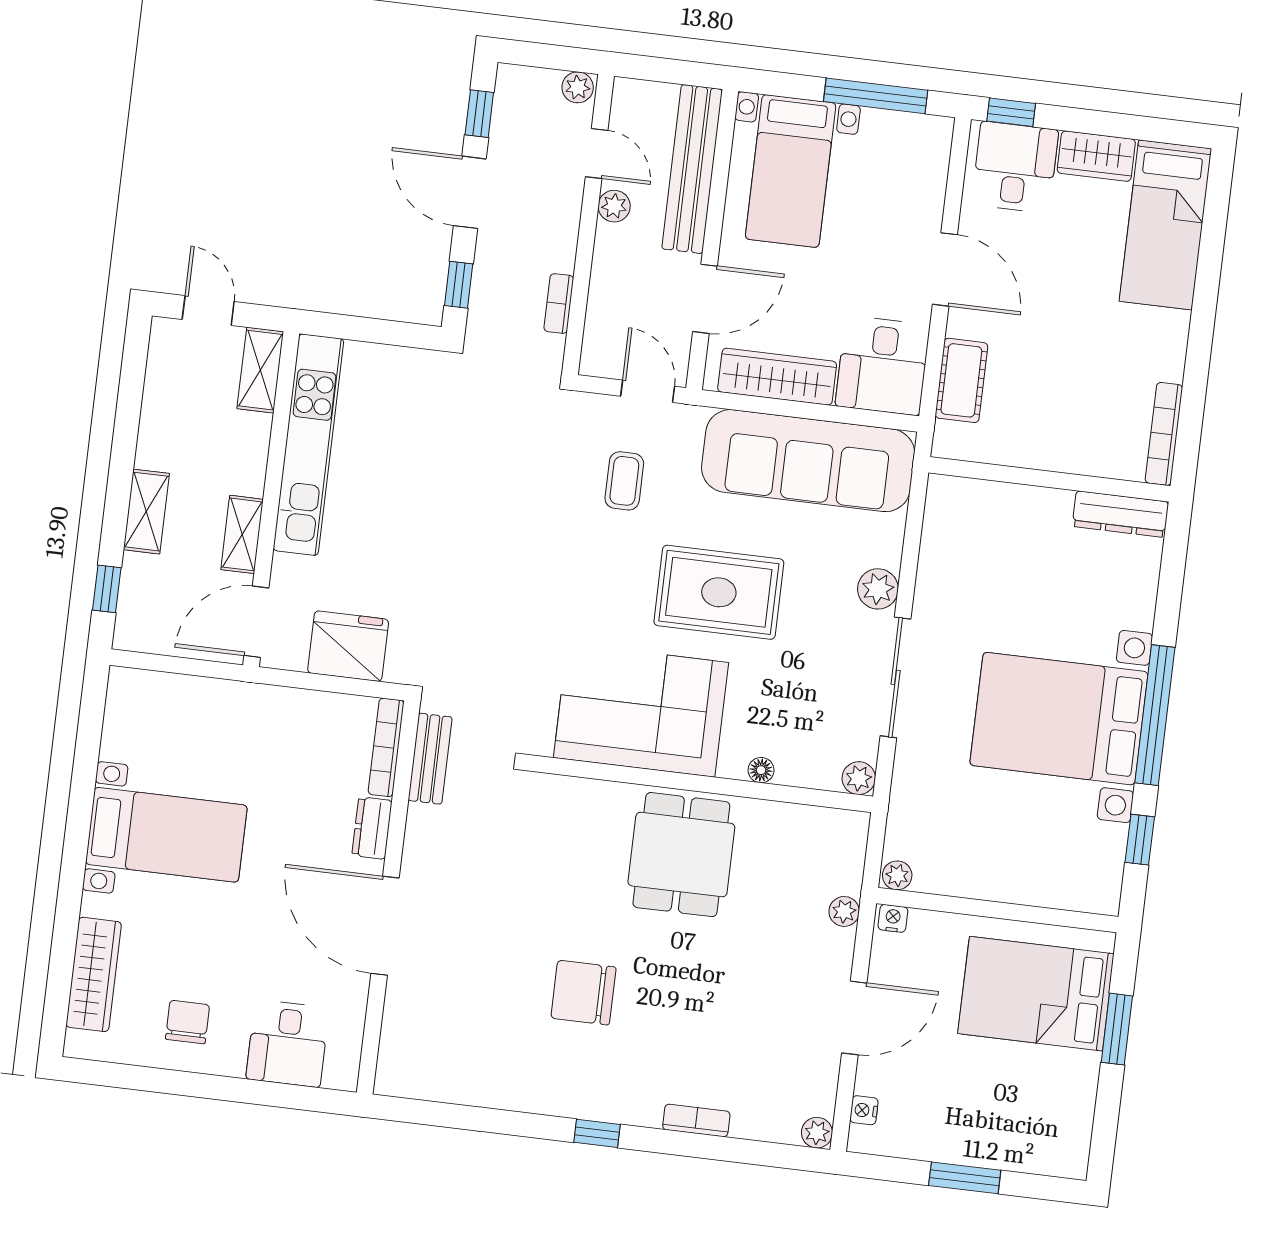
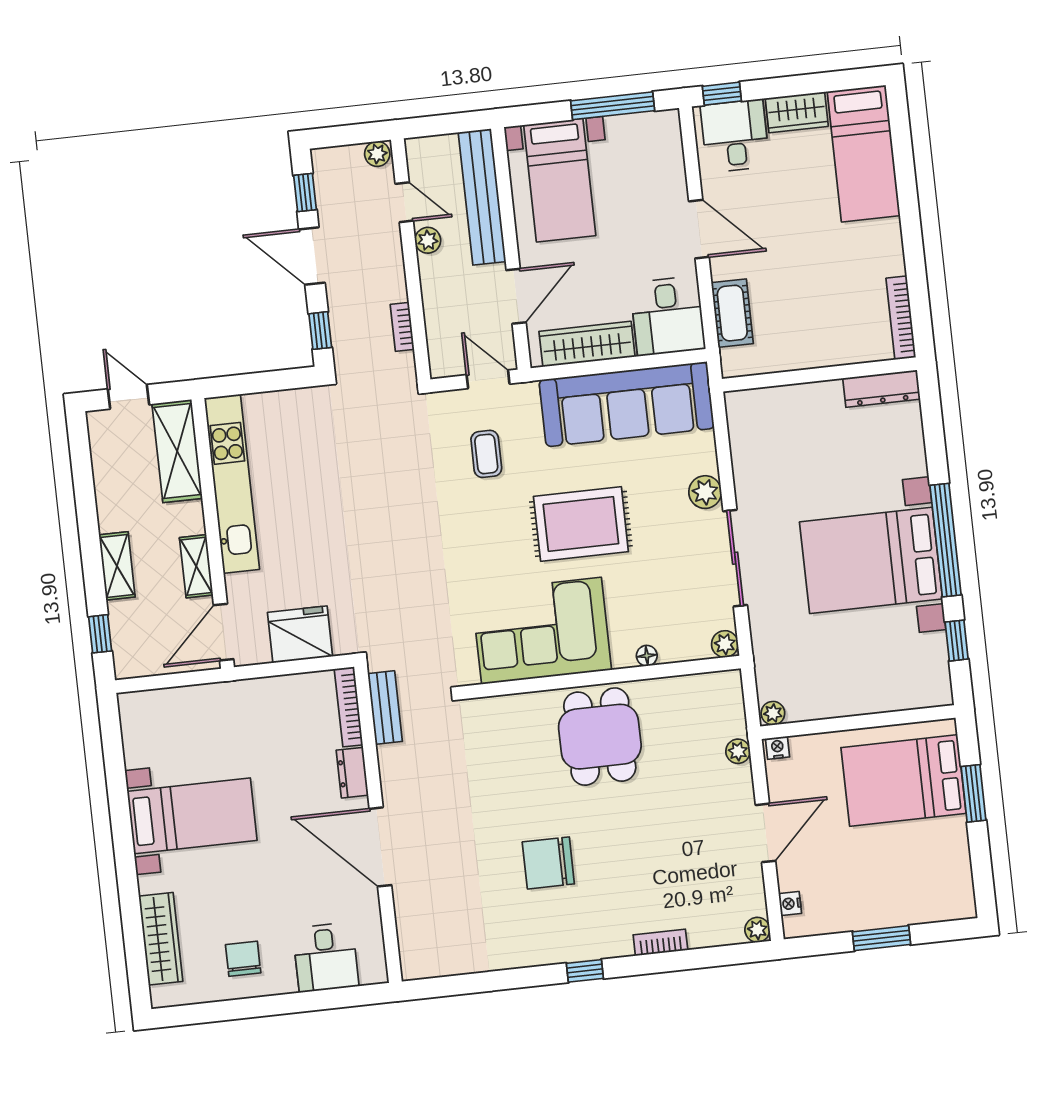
shelving: (260, 370) -> (177, 451), width x1.50, depth x1.33

